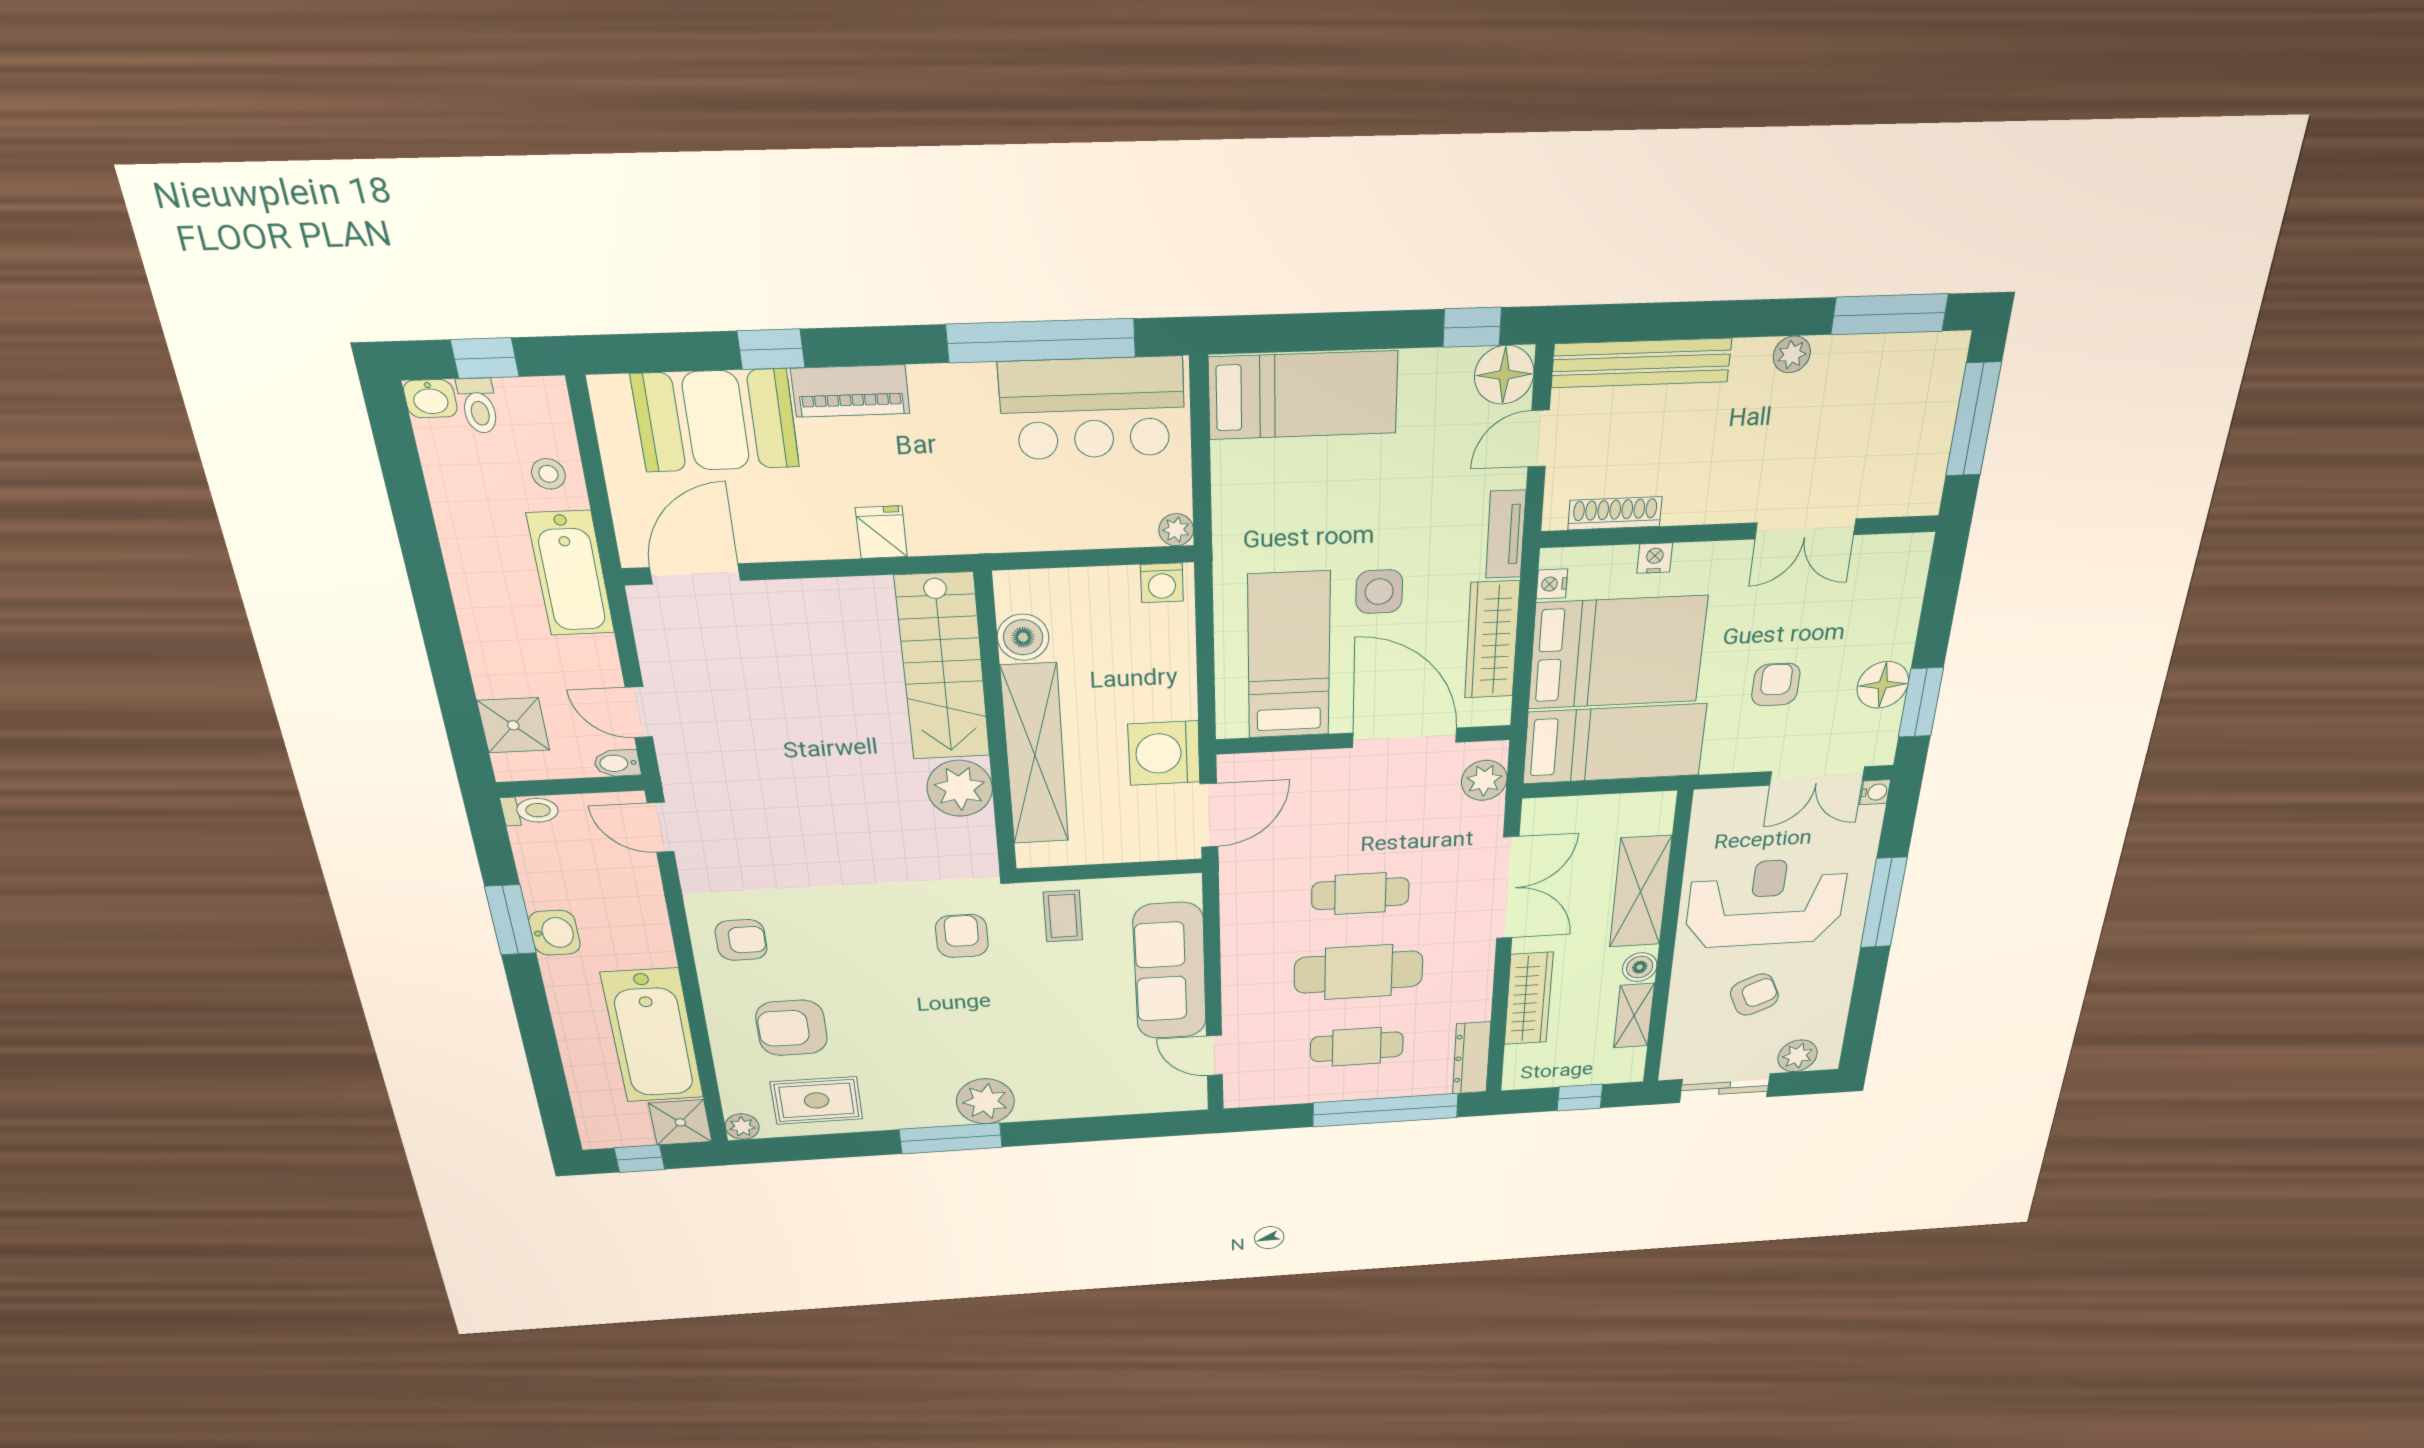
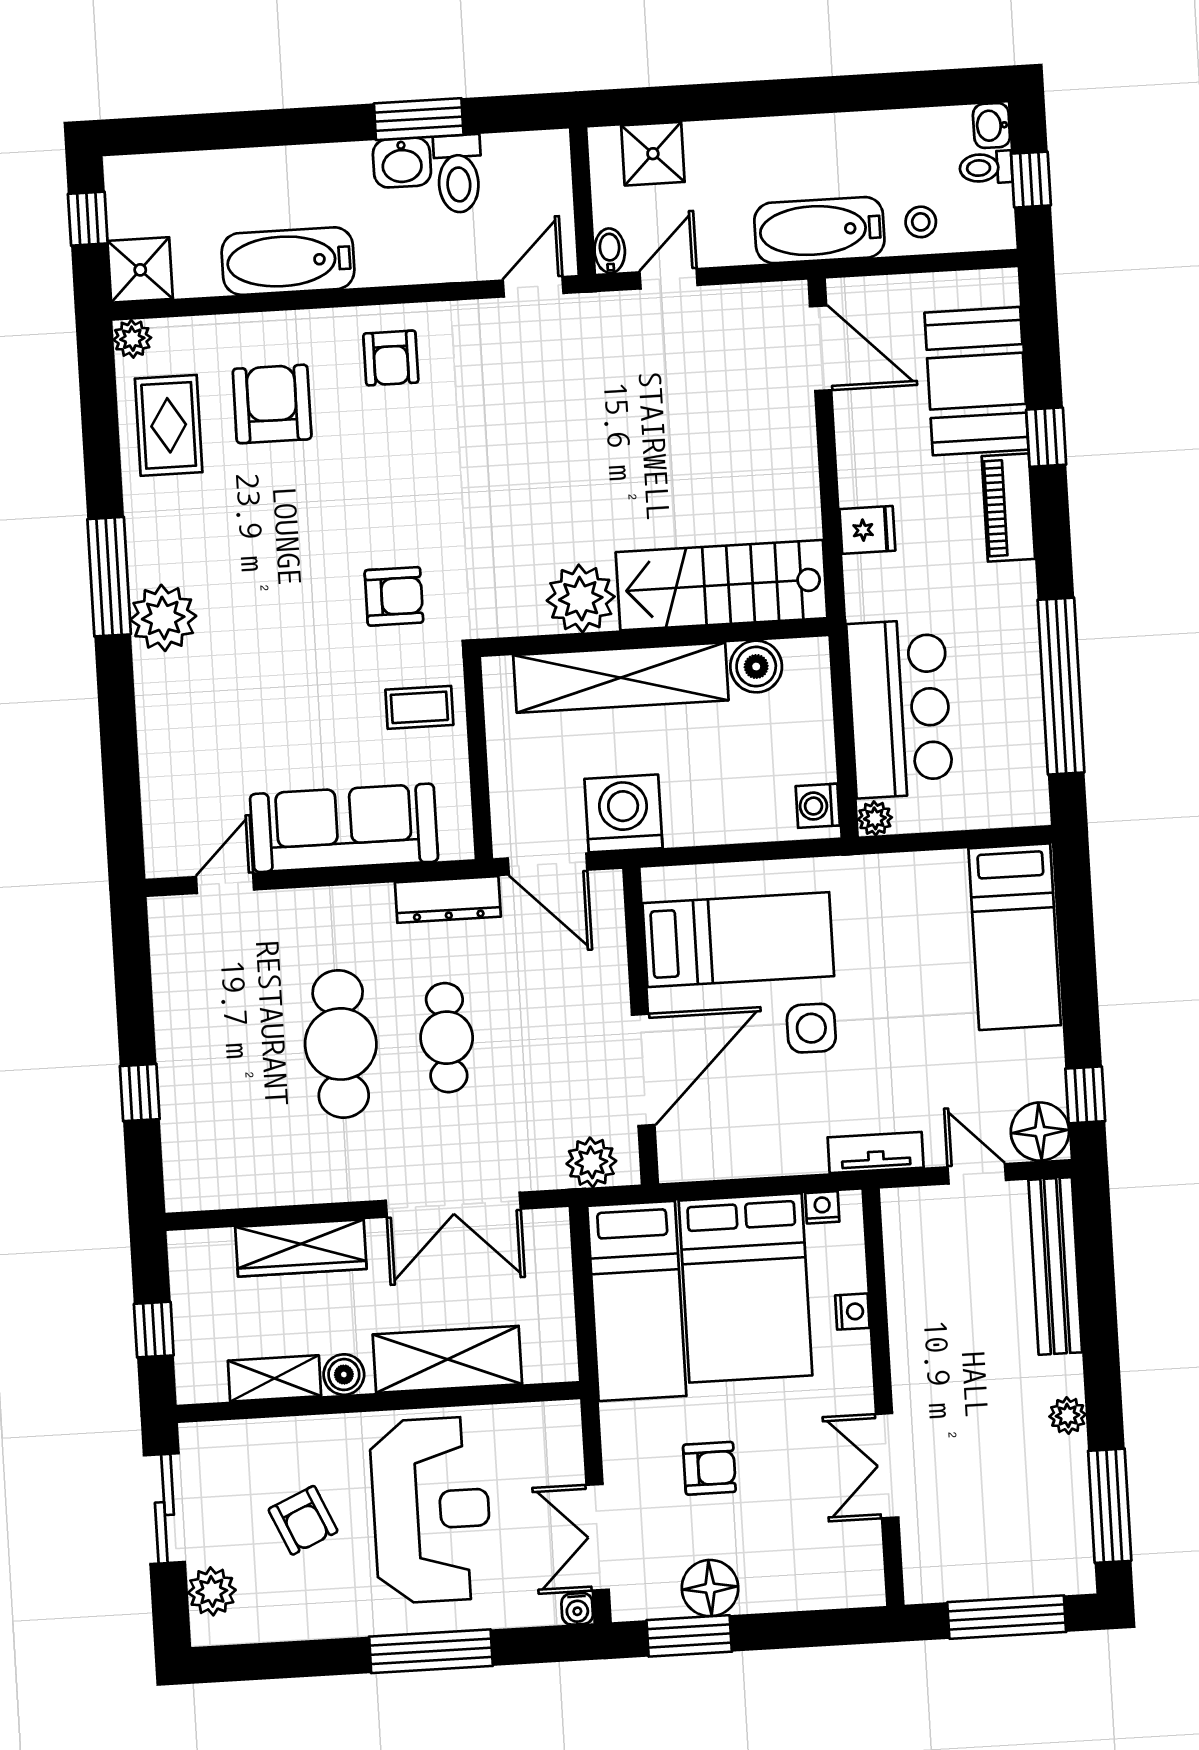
bar counter: (1093, 408) -> (900, 709), moved, turned 180
shoe rack: (1615, 513) -> (900, 1262), removed
wardrobe: (1492, 640) -> (759, 1152), removed
toilet: (530, 811) -> (458, 174), moved, width x1.37, depth x1.39
bathtub: (653, 1036) -> (288, 261), width x0.73, depth x0.73
cafe table: (1357, 1047) -> (235, 1050), removed
dresser: (1472, 1058) -> (448, 900), moved, turned 180
window: (1385, 1110) -> (140, 1093), width x0.32

